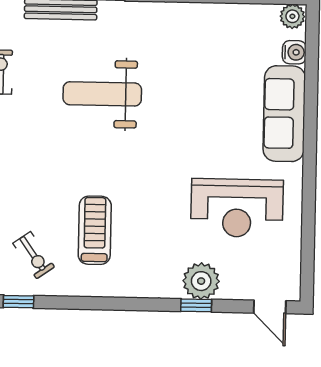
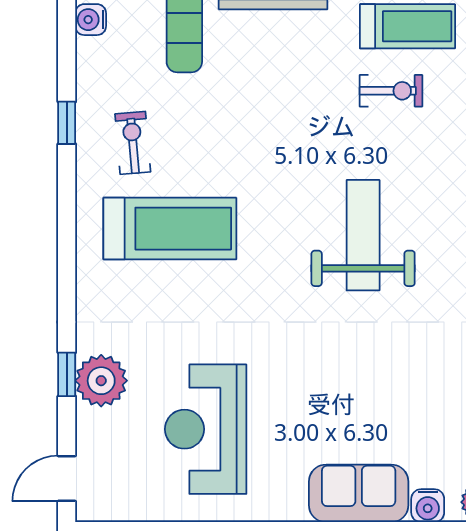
sofa: (284, 114) -> (359, 493), width x0.73
treadmill: (95, 230) -> (170, 229), width x1.37, depth x1.38
exercise bike: (34, 255) -> (133, 143), turned 120

